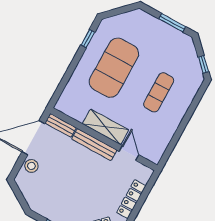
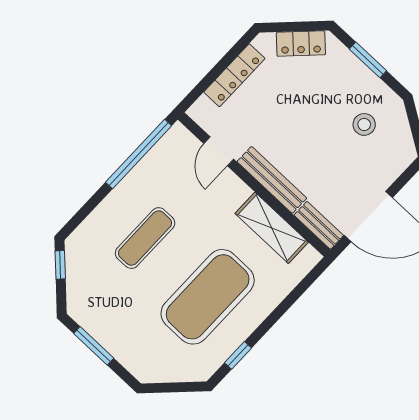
shelving: (106, 127) -> (272, 228), moved
window: (175, 140) -> (139, 154), added
stool: (31, 166) -> (364, 124), moved

